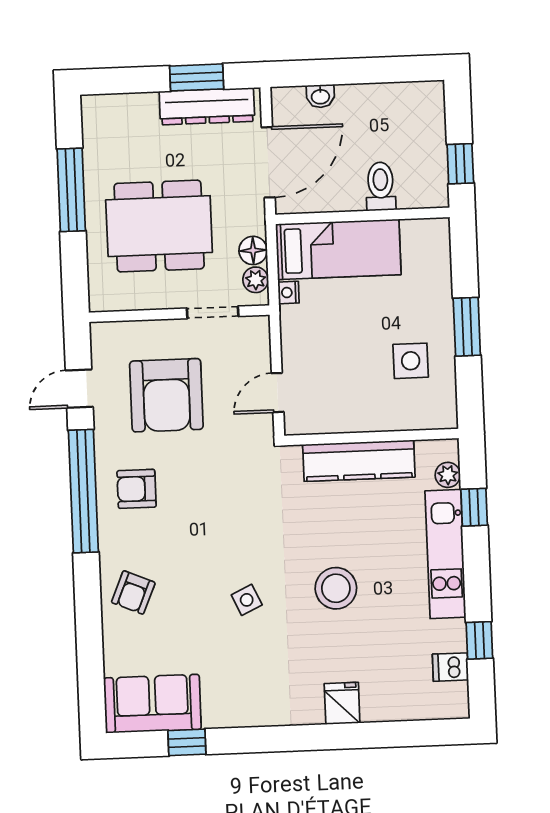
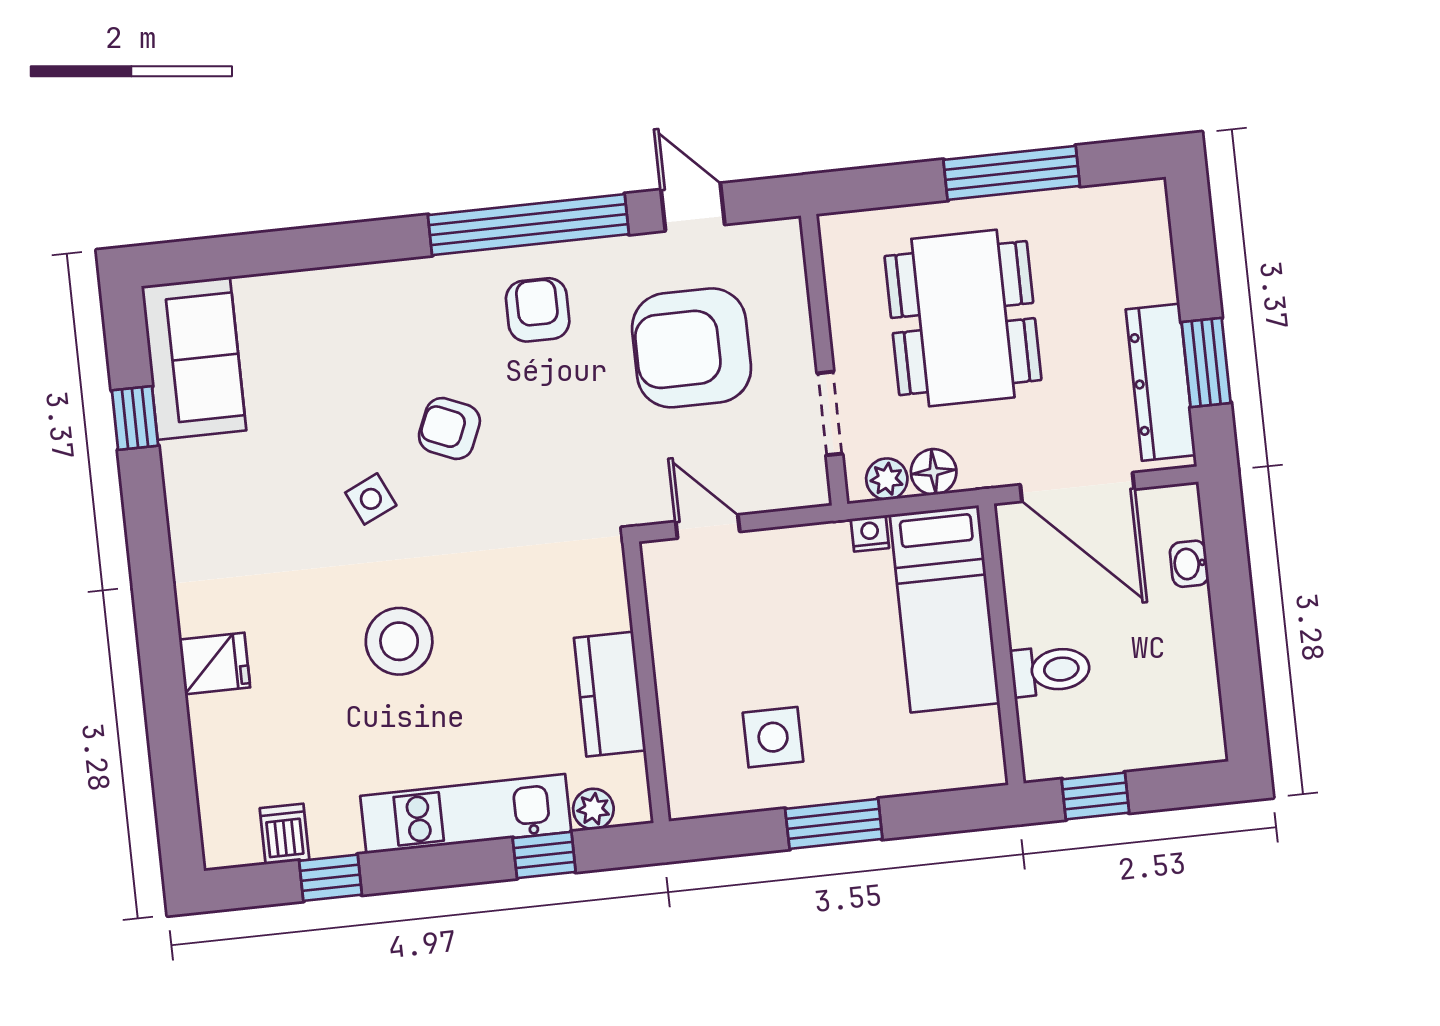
kitchen counter: (359, 461) -> (610, 694), width x0.67
armchair: (133, 592) -> (449, 428), moved

